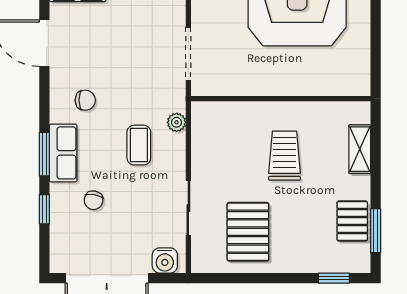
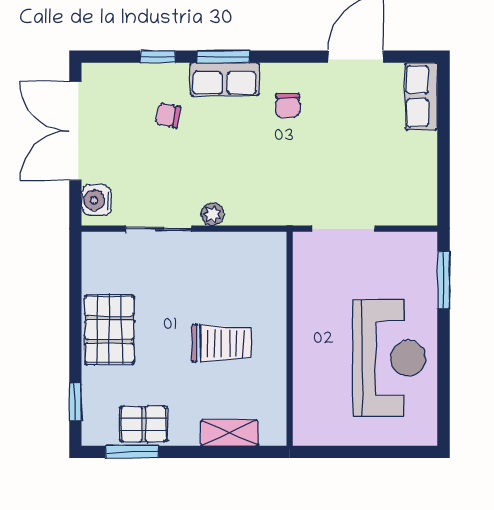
plant: (177, 122) -> (212, 214), moved
coffee table: (139, 145) -> (234, 169), removed
pallet: (248, 232) -> (109, 330), moved, turned 90

